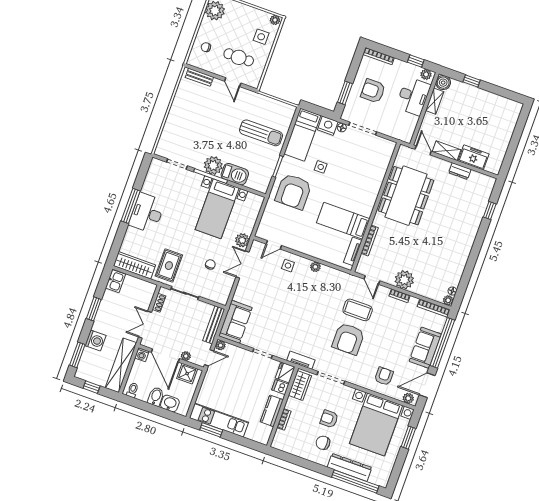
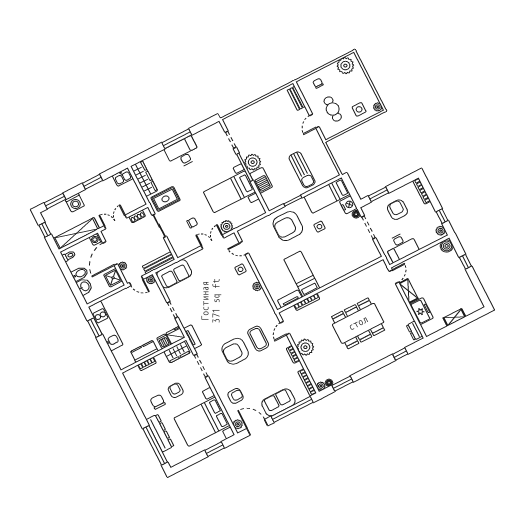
desk: (413, 96) -> (401, 246), moved
shelving: (435, 101) -> (454, 317), moved
dresser: (460, 171) -> (415, 331), moved
dining table: (406, 196) -> (358, 323), moved
window: (464, 281) -> (343, 384), added

